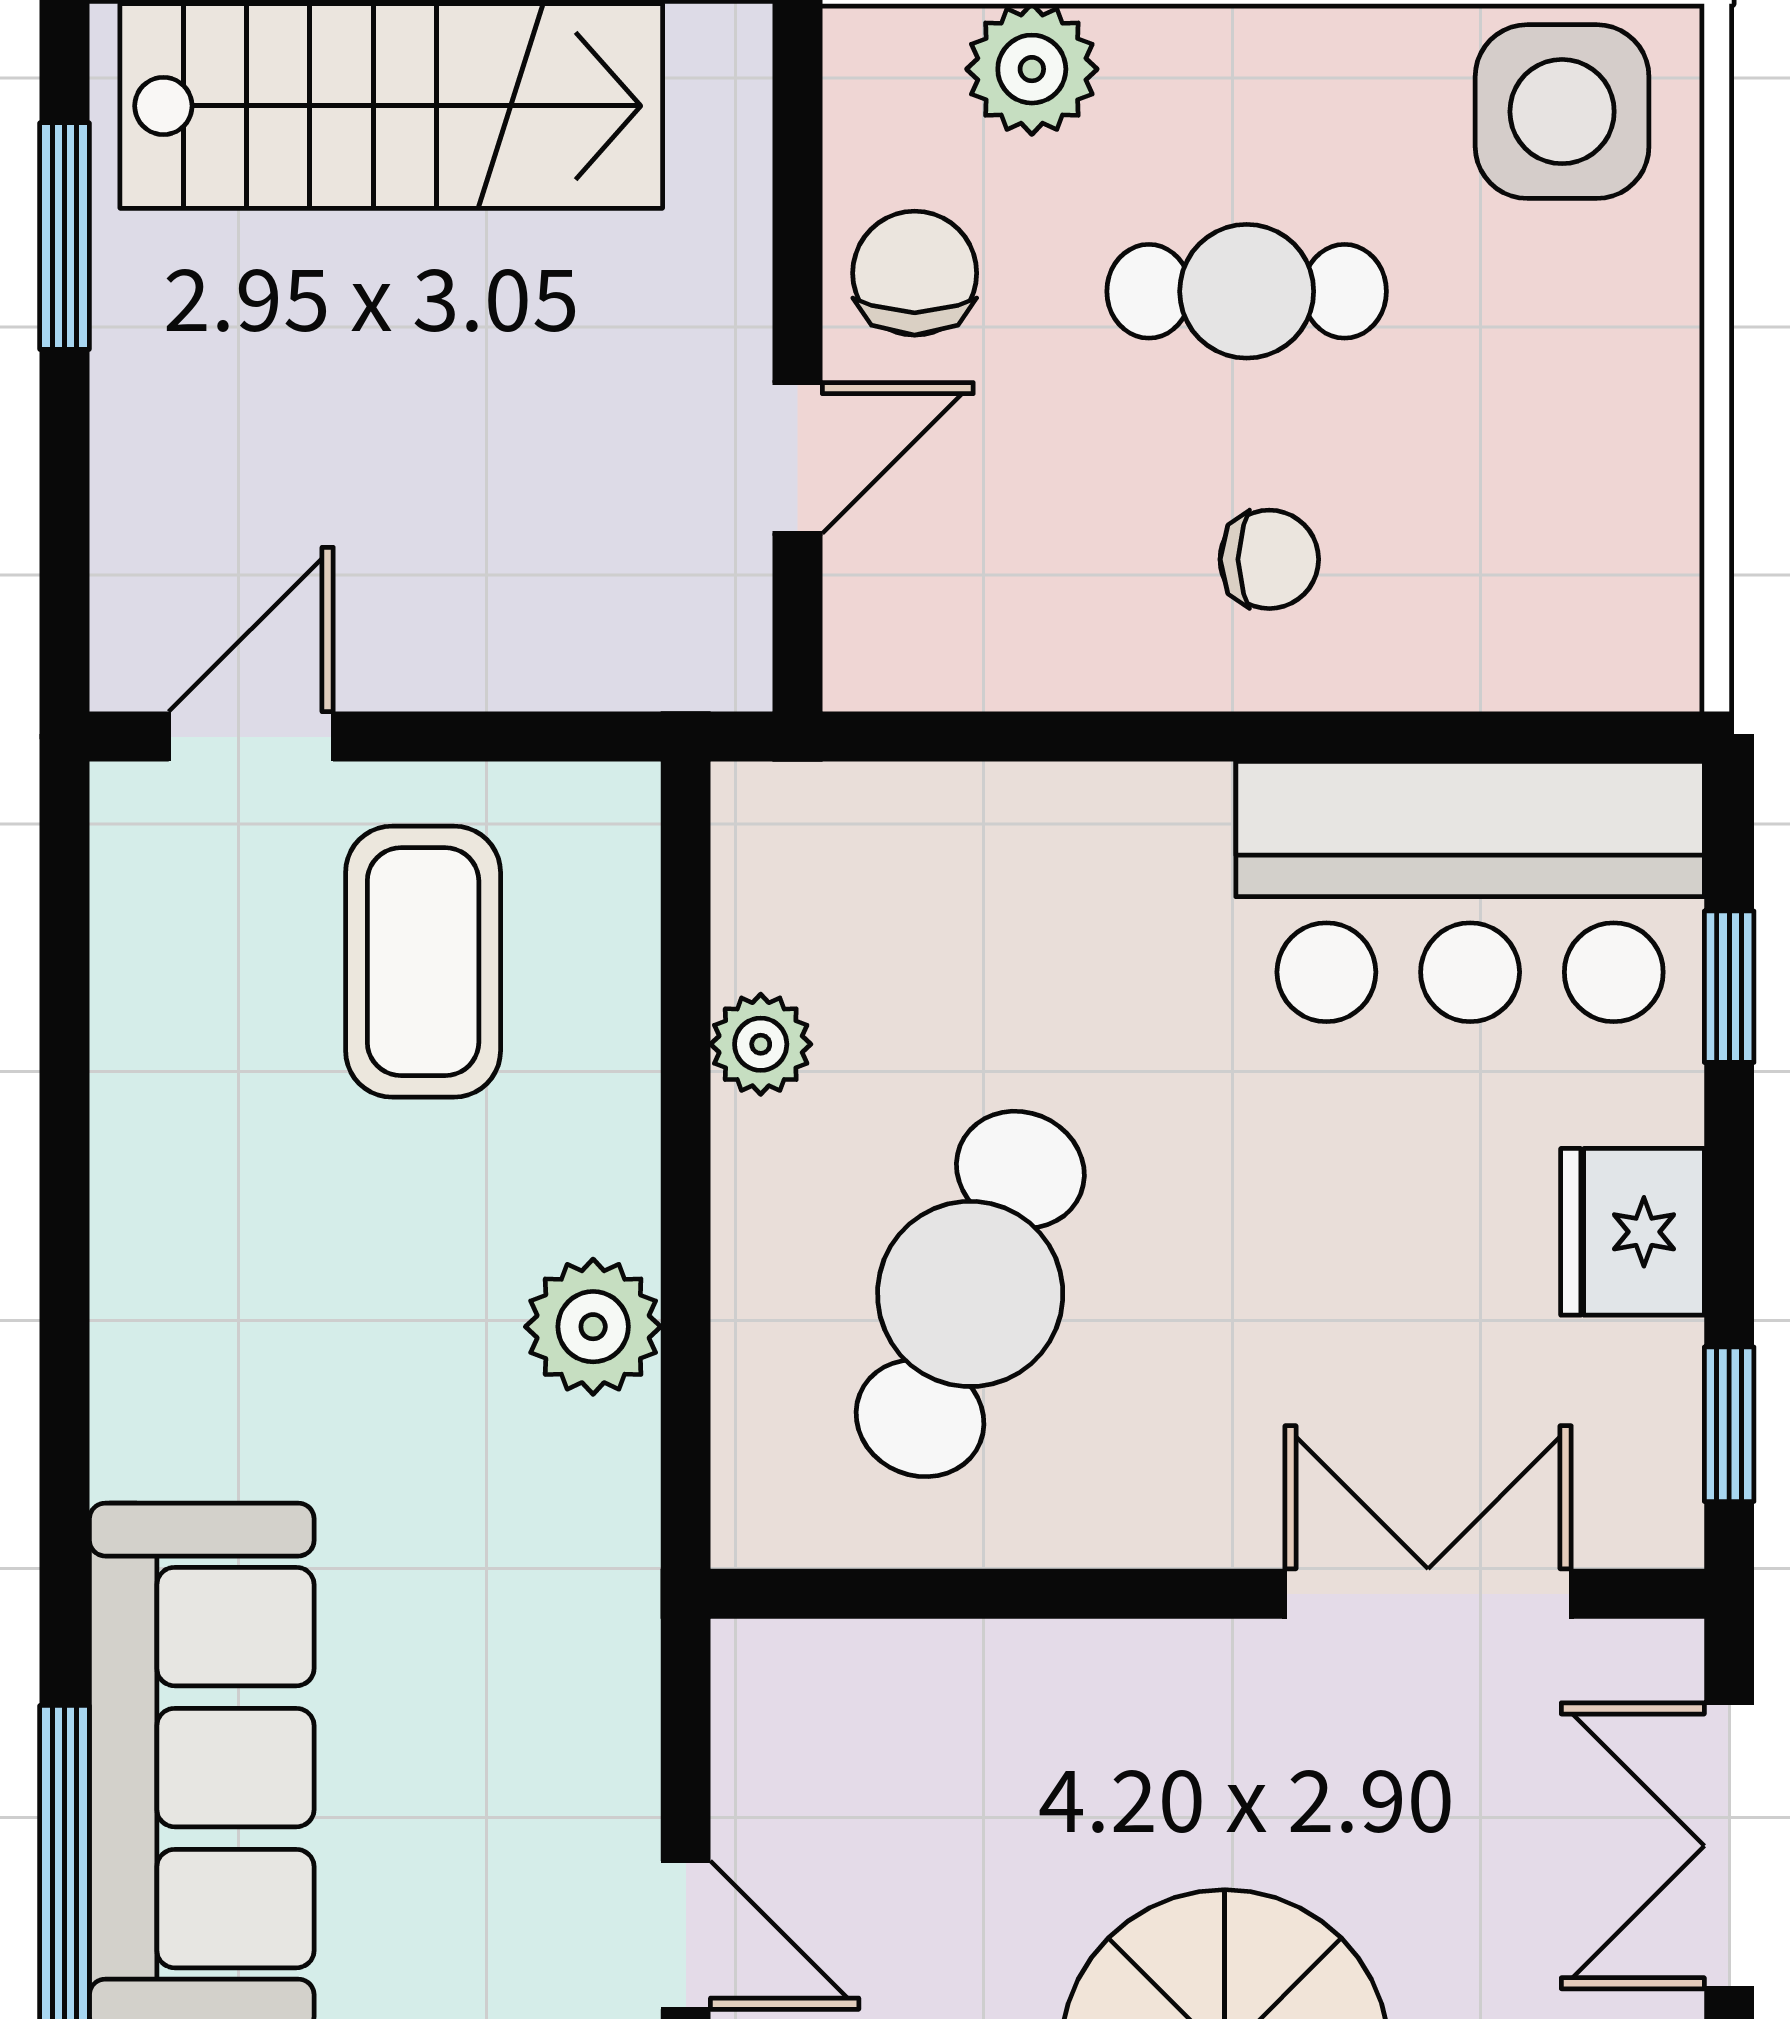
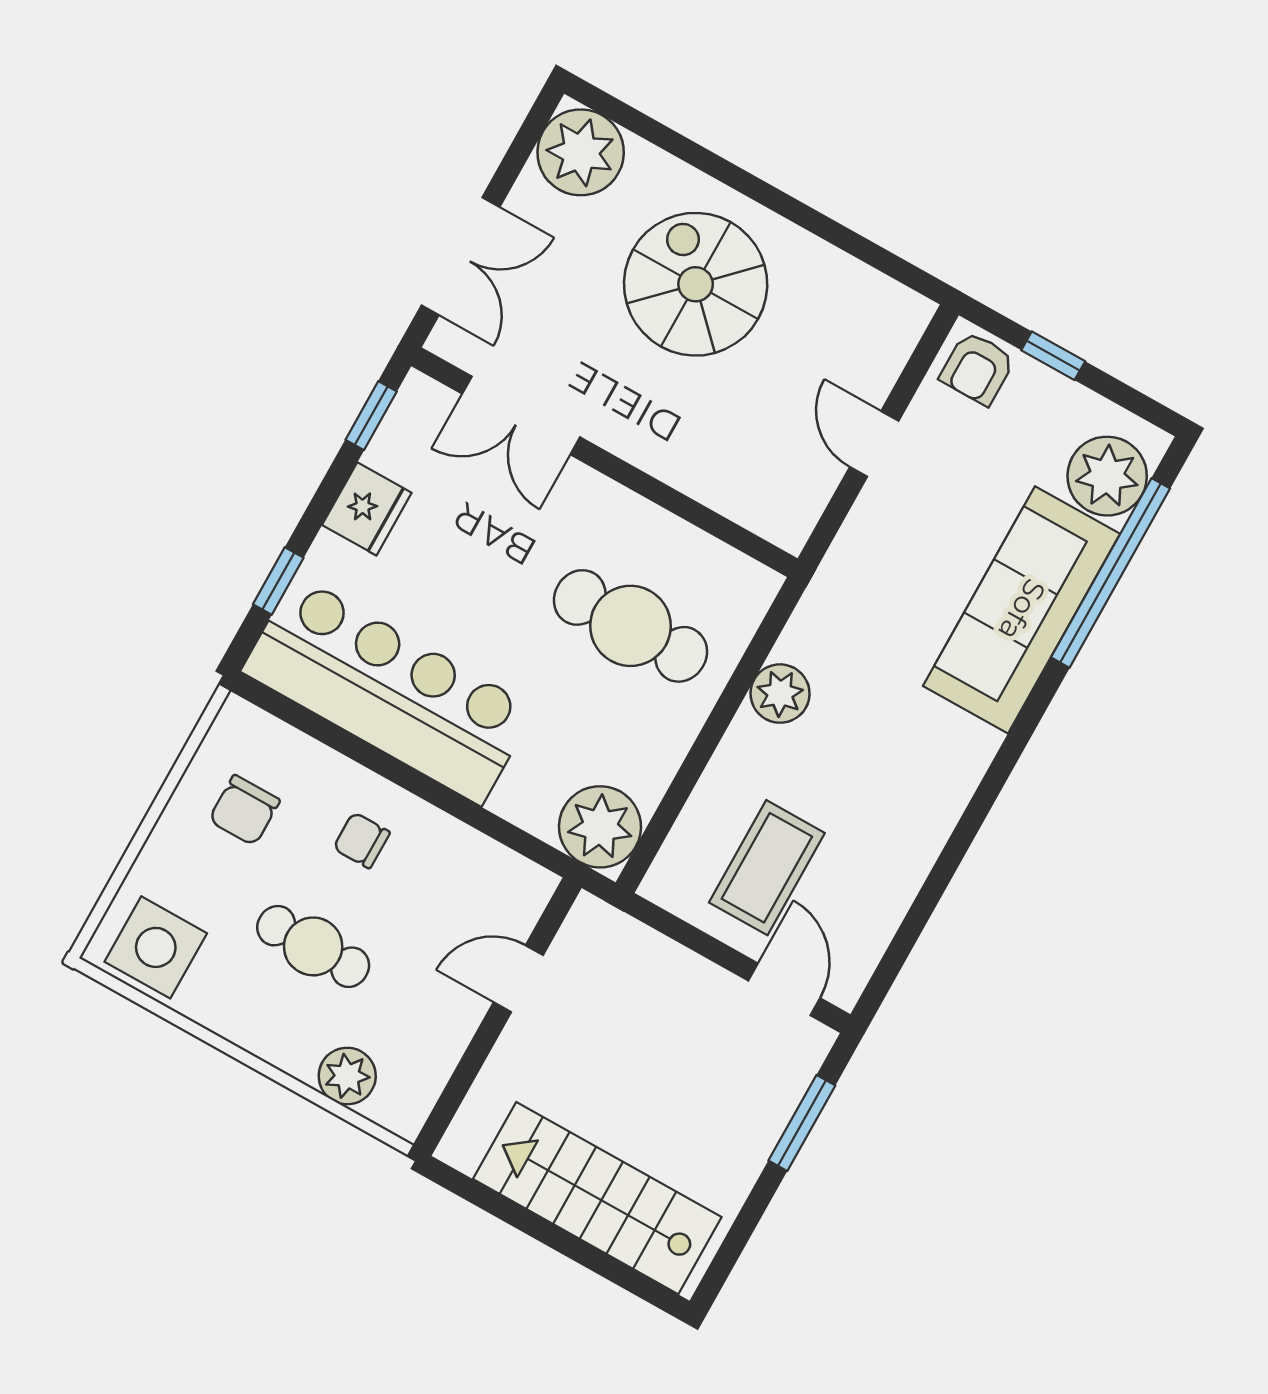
window: (65, 236) -> (802, 1123), moved
chair: (915, 273) -> (244, 810), moved
door: (251, 737) -> (784, 989), swing flipped
bar counter: (1470, 892) -> (388, 690), width x1.36
plant: (761, 1044) -> (600, 827), moved, width x1.88, depth x1.88
cafe table: (970, 1294) -> (630, 626), turned 68

